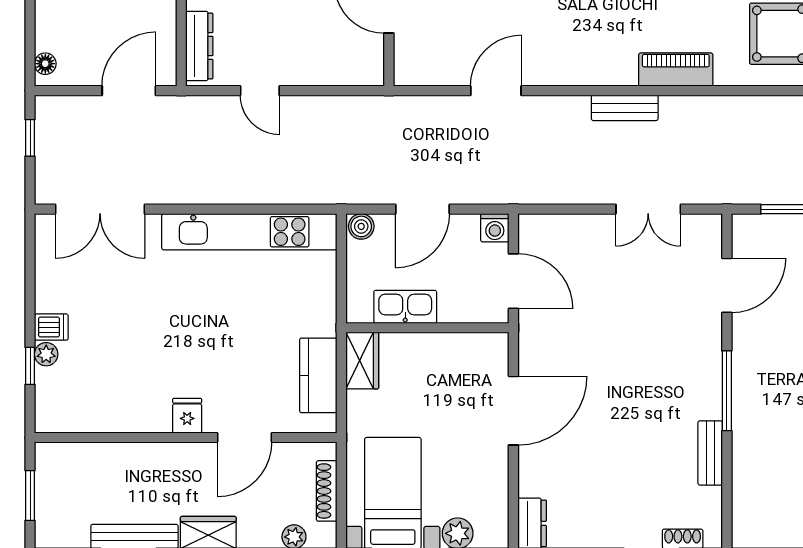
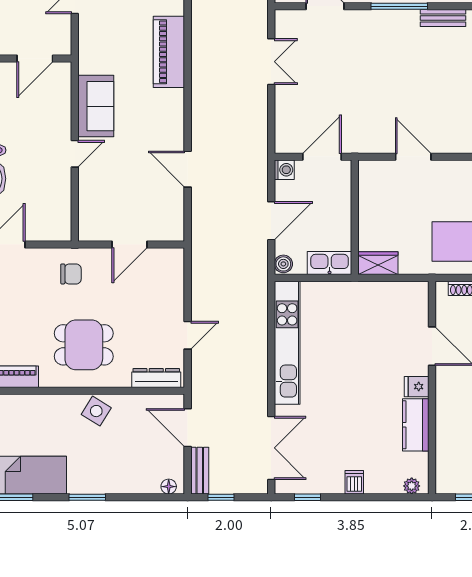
piano: (676, 70) -> (169, 52), width x1.37, depth x1.33
bench: (625, 108) -> (200, 471), moved
door: (423, 209) -> (271, 221), hinge flipped
kitchen sink: (405, 307) -> (330, 263), moved, turned 90
plant: (46, 354) -> (412, 486), moved
window: (30, 366) -> (307, 497), moved
kitchen counter: (318, 375) -> (416, 425), moved, turned 90
door: (513, 411) -> (413, 157), width x0.73

